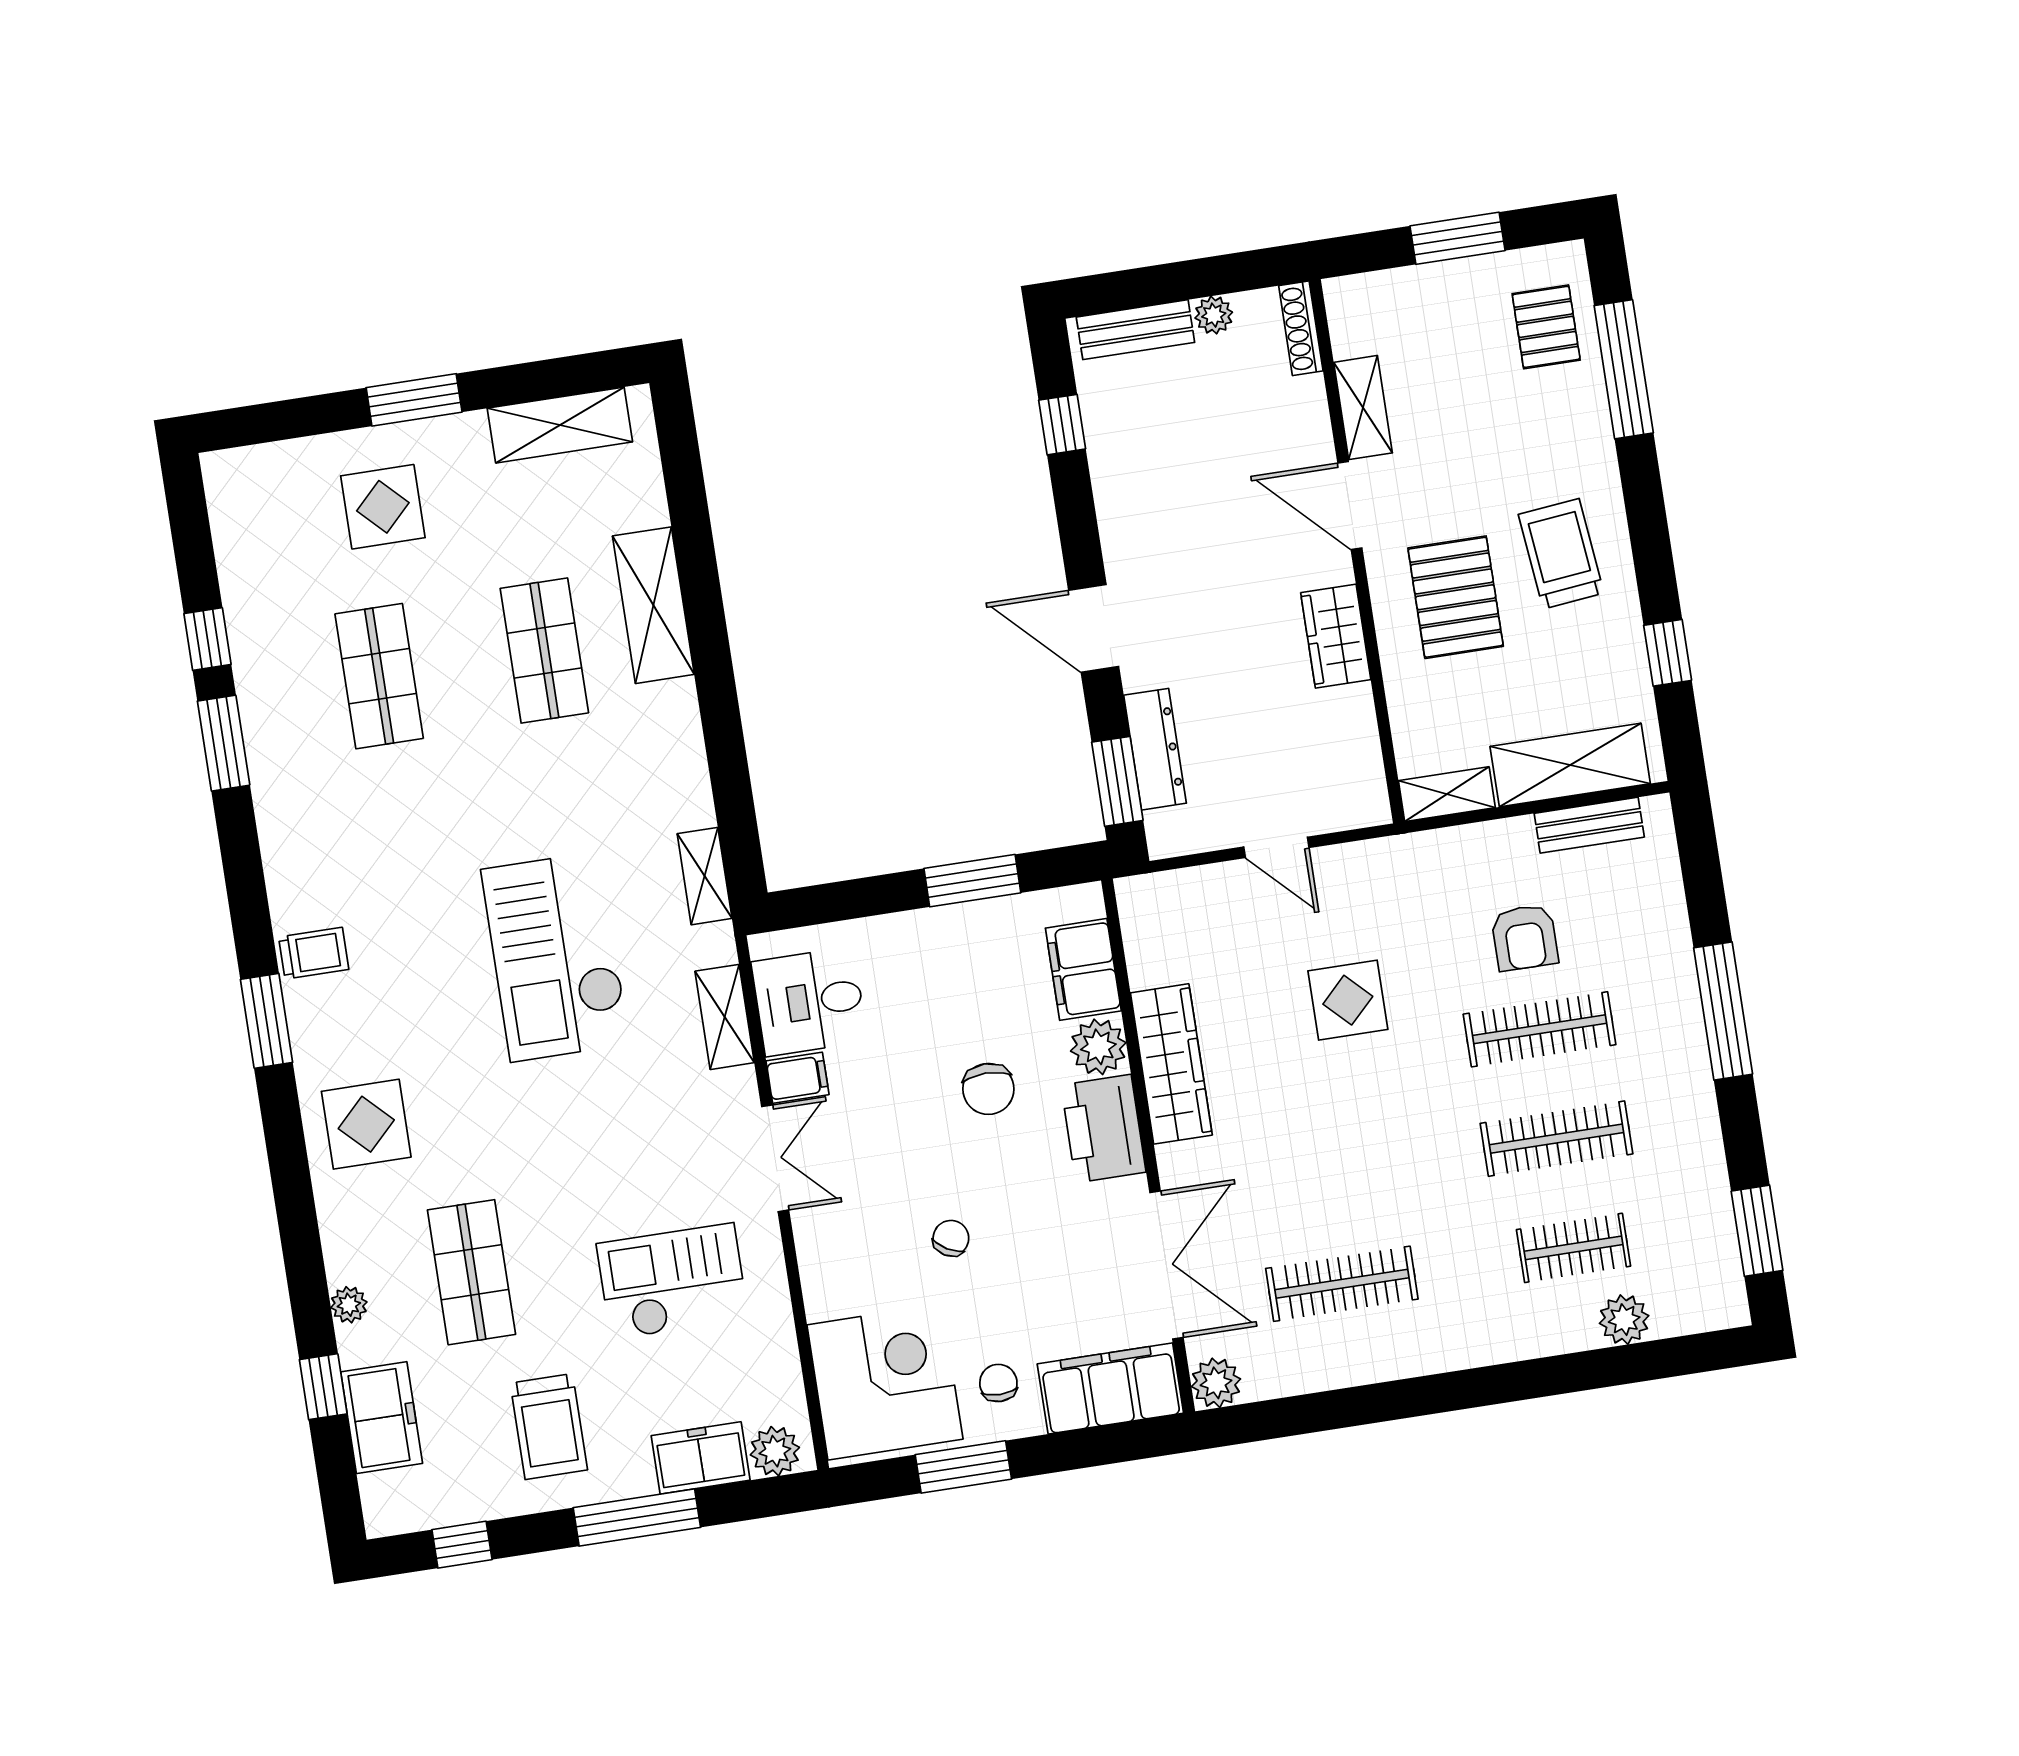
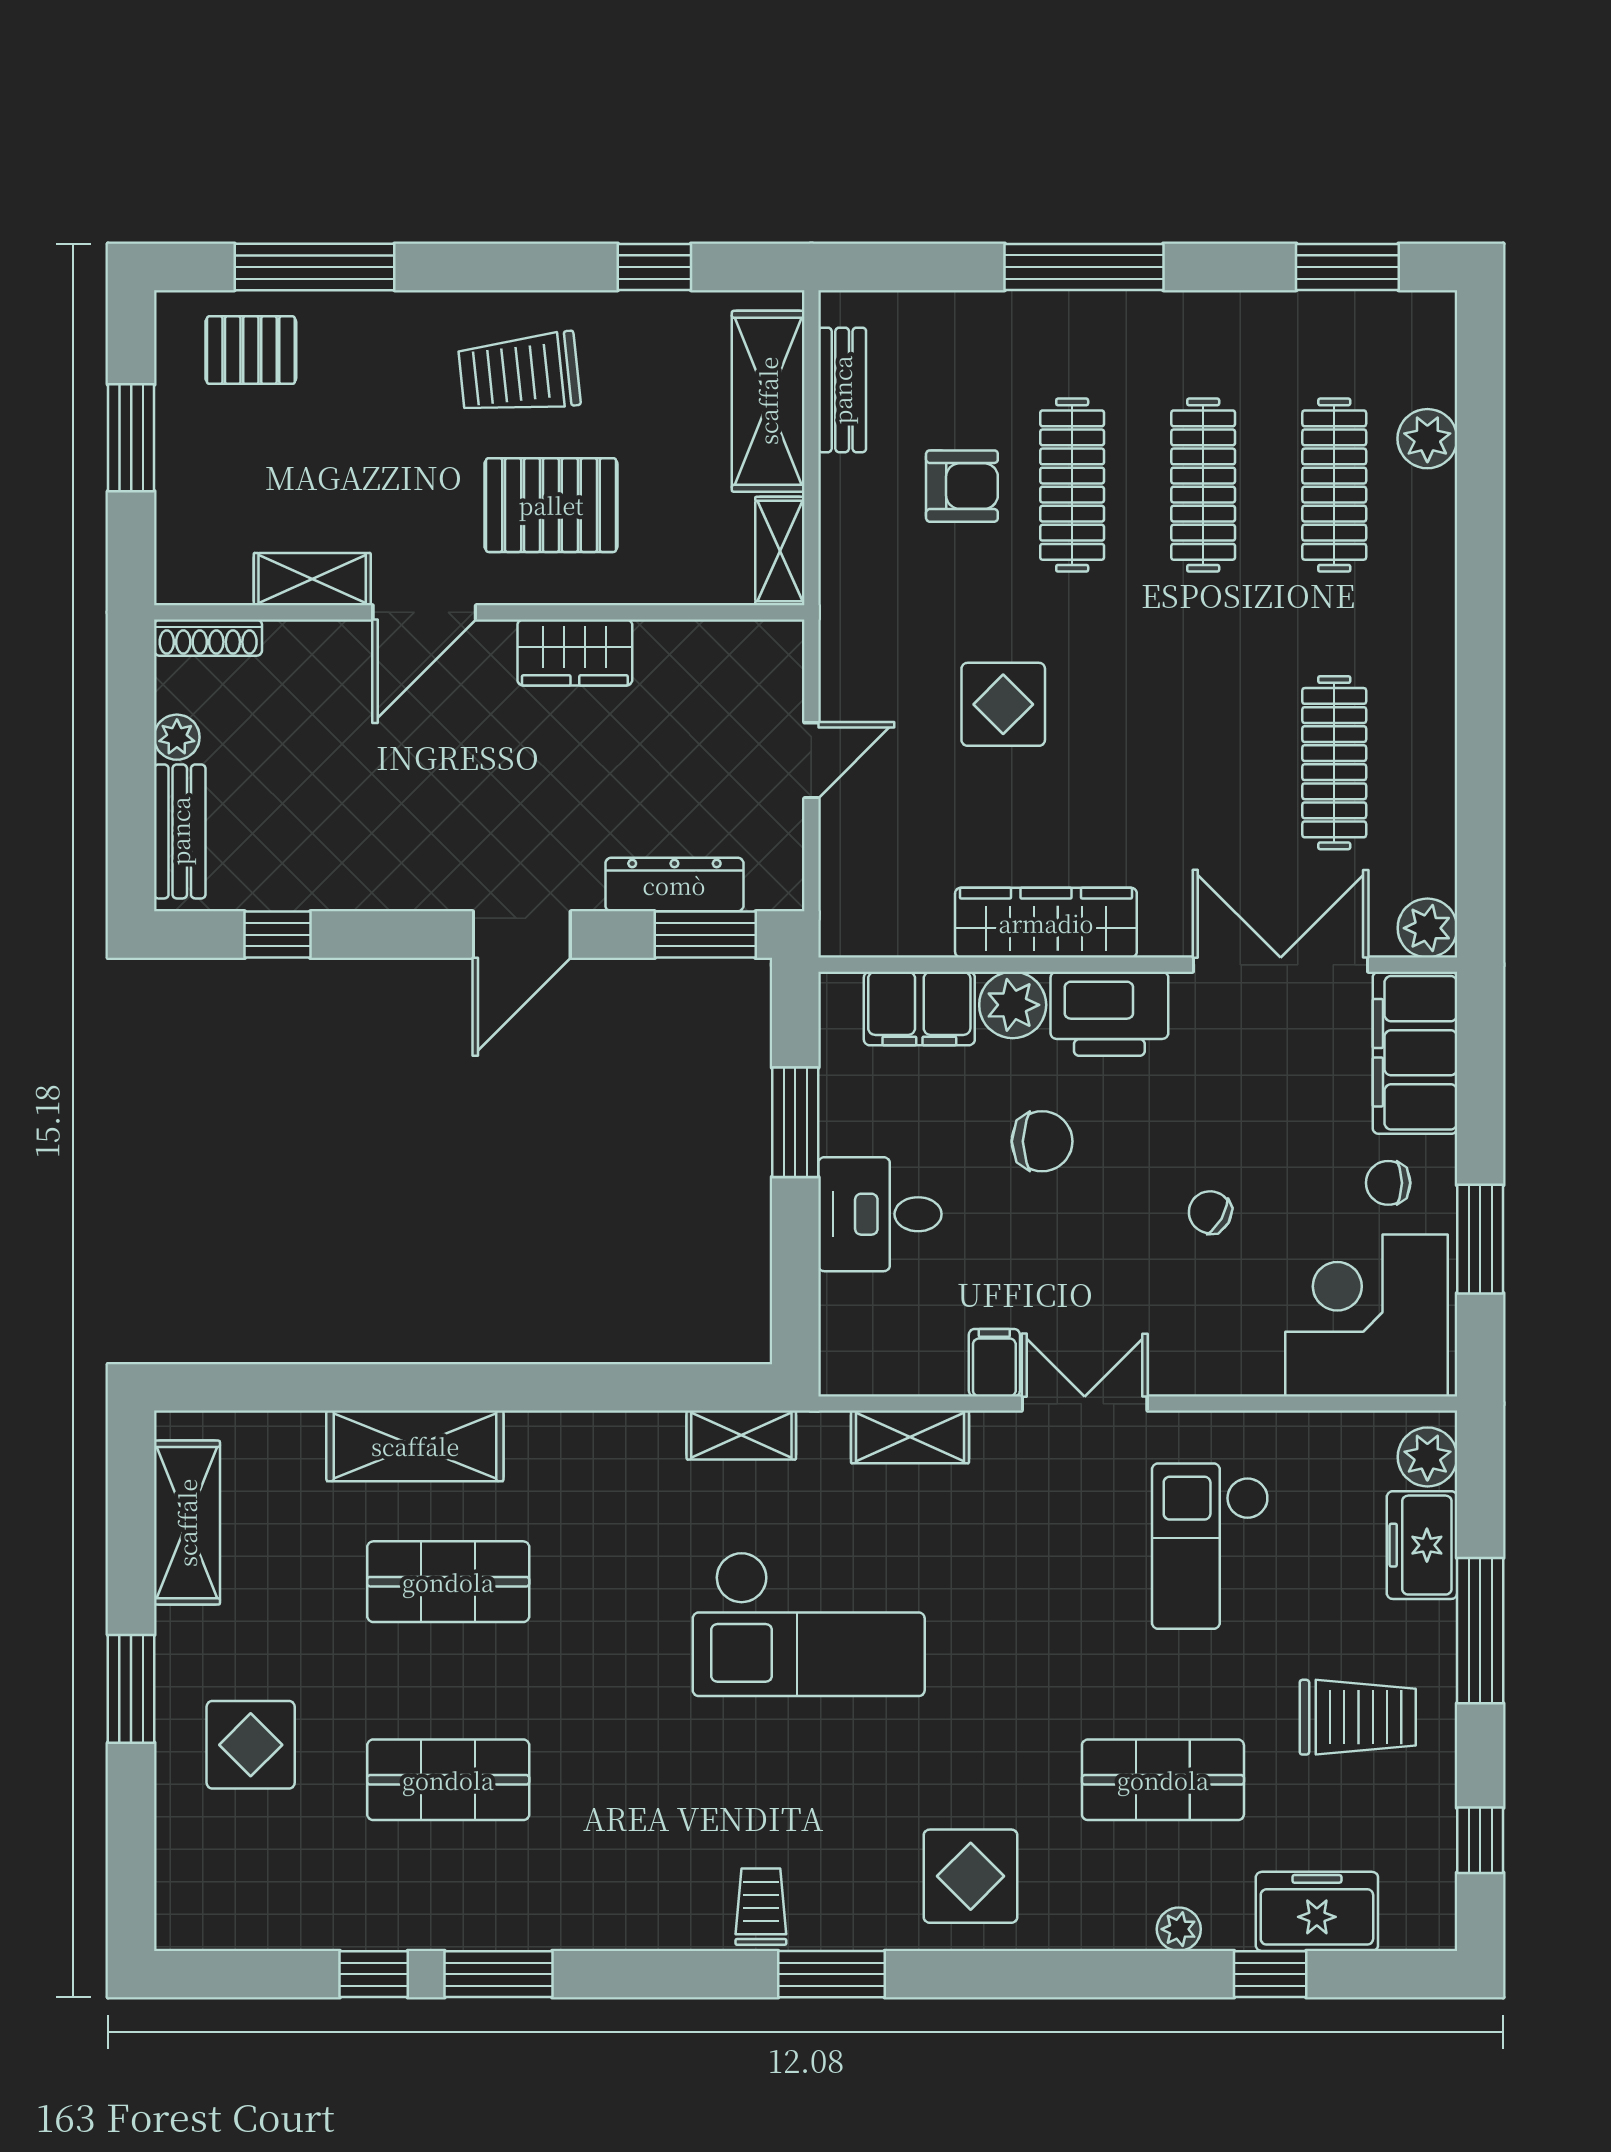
desk: (809, 1002) -> (880, 1214), moved, turned 90
clothes rail: (1573, 1248) -> (1334, 485), width x1.36

